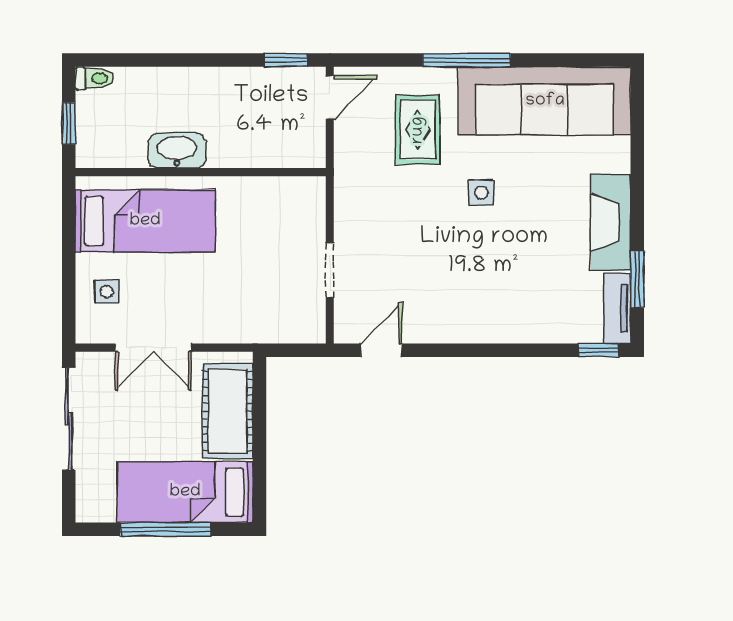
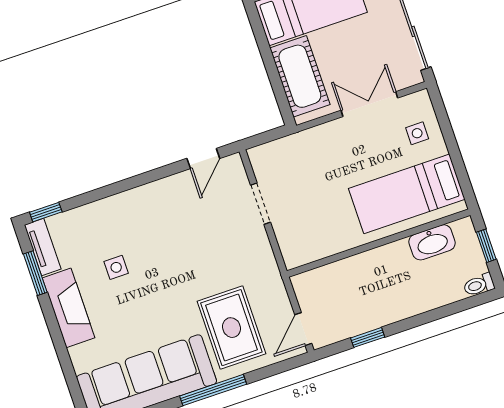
window: (286, 60) -> (368, 337), moved
rug: (418, 130) -> (231, 328), width x1.36, depth x1.43
washbasin: (177, 150) -> (432, 242), moved
side table: (481, 193) -> (116, 267), moved

